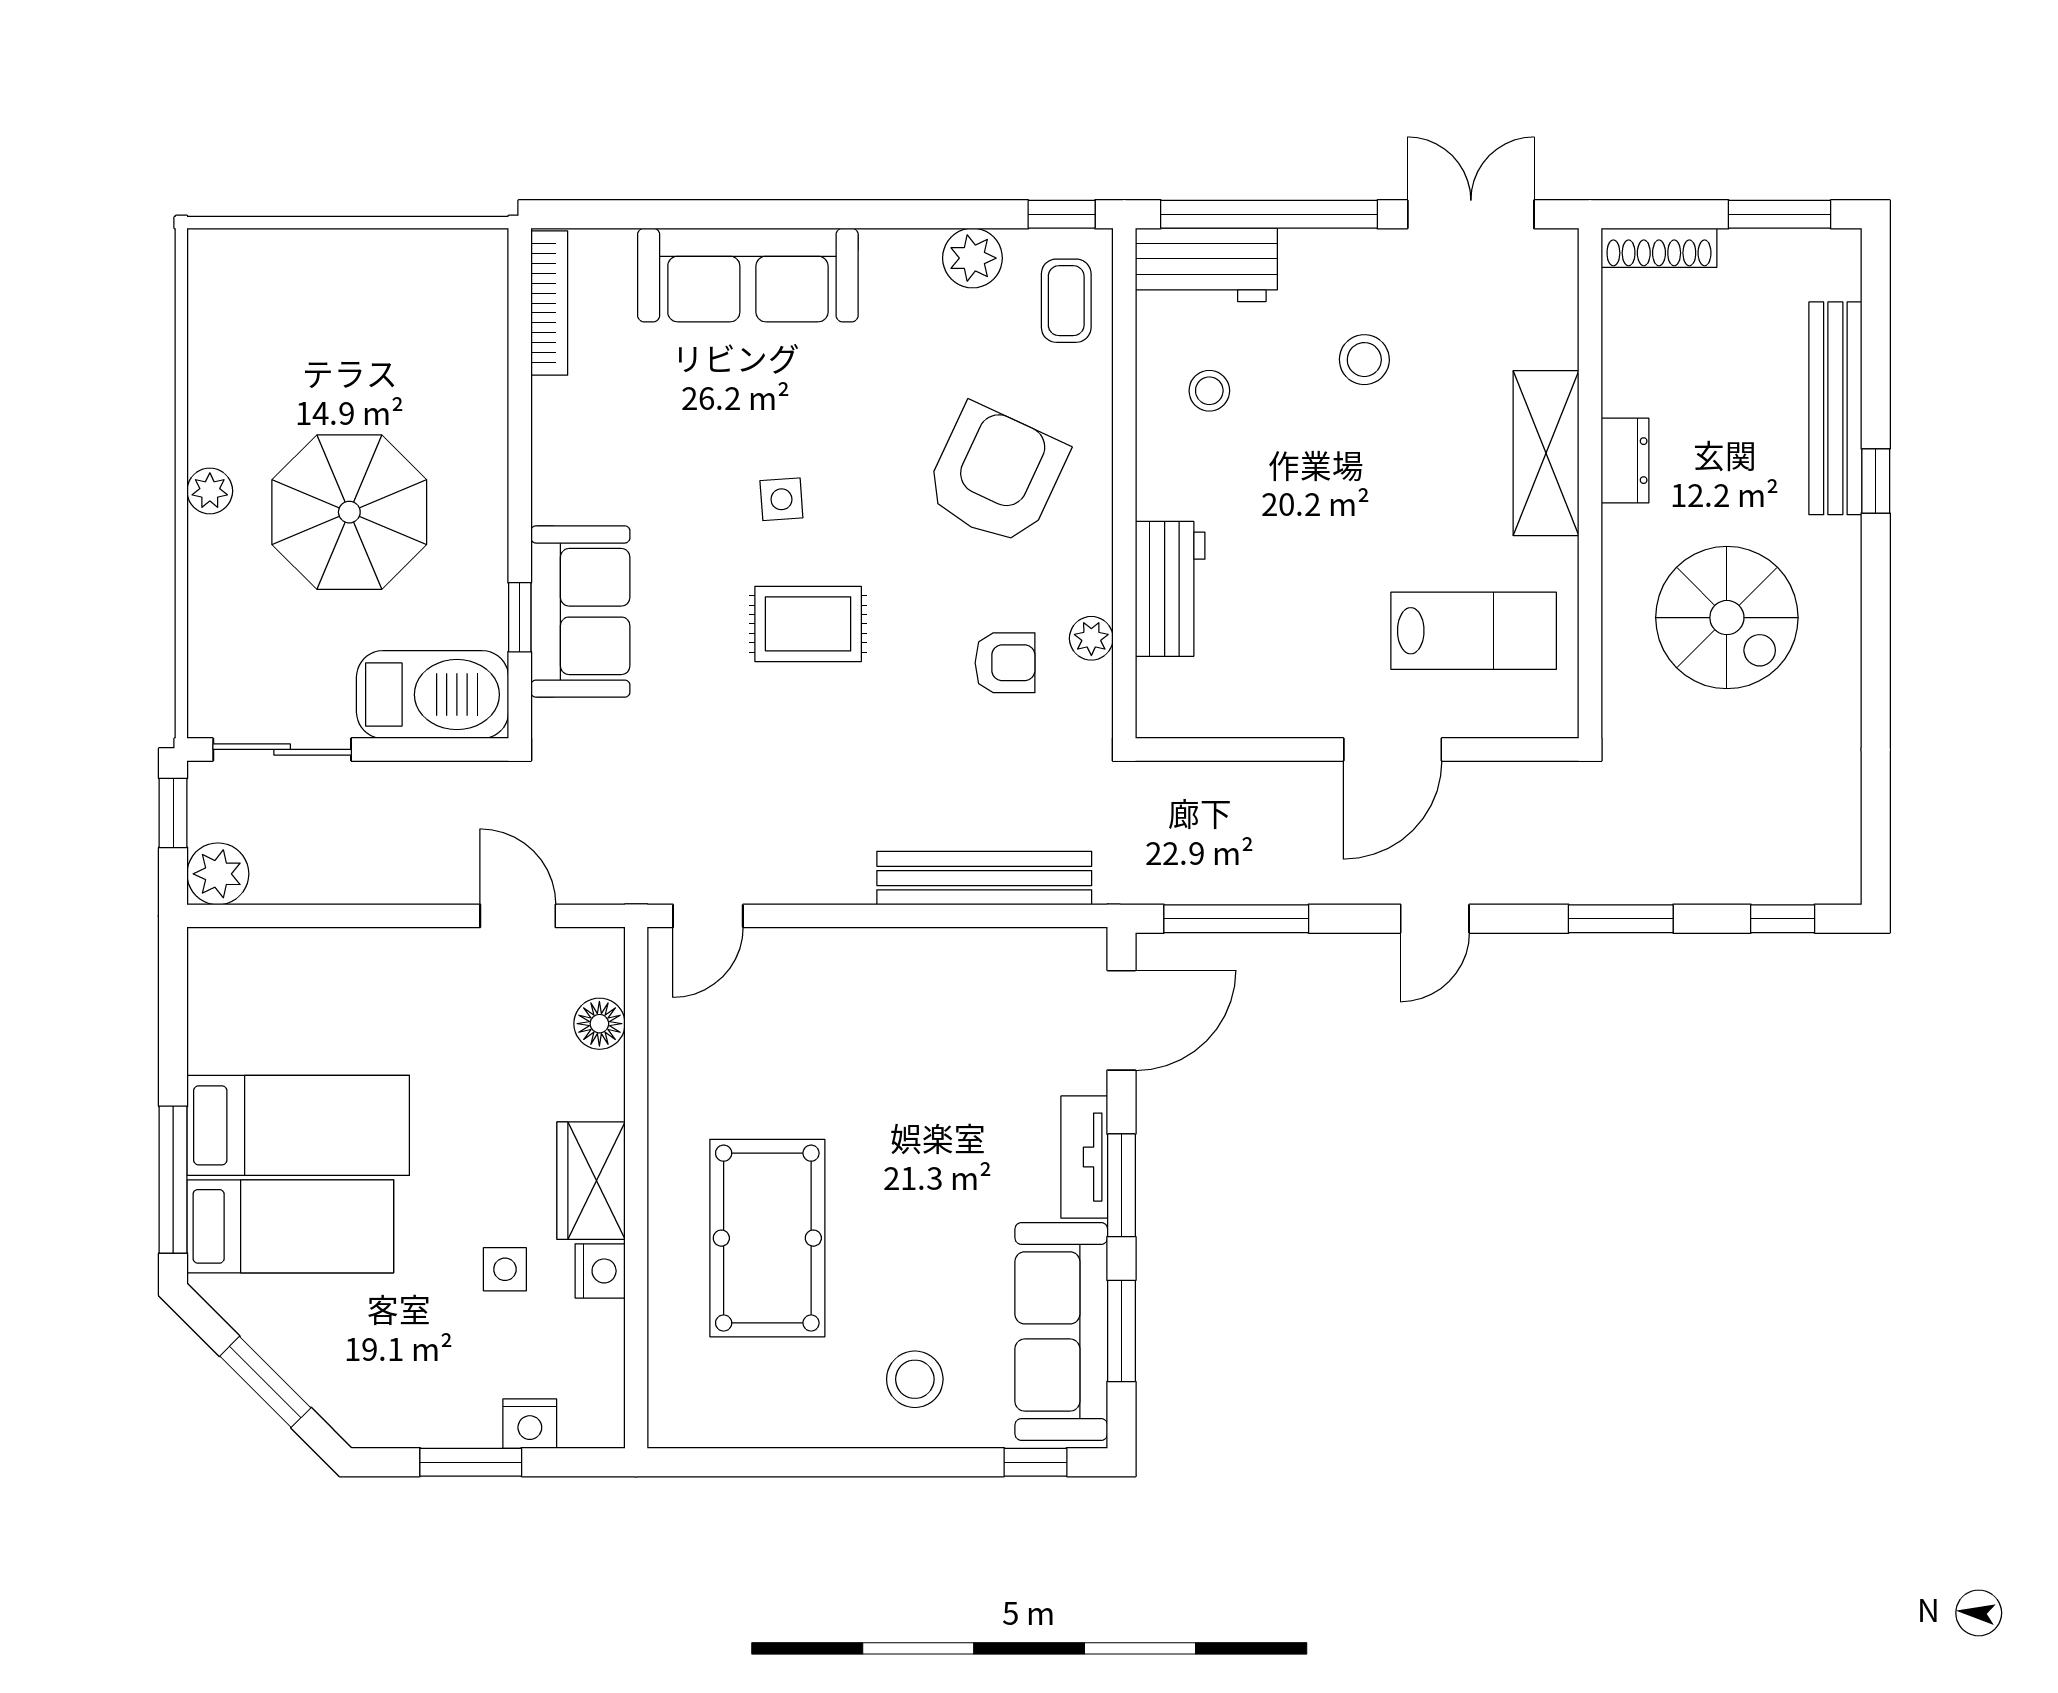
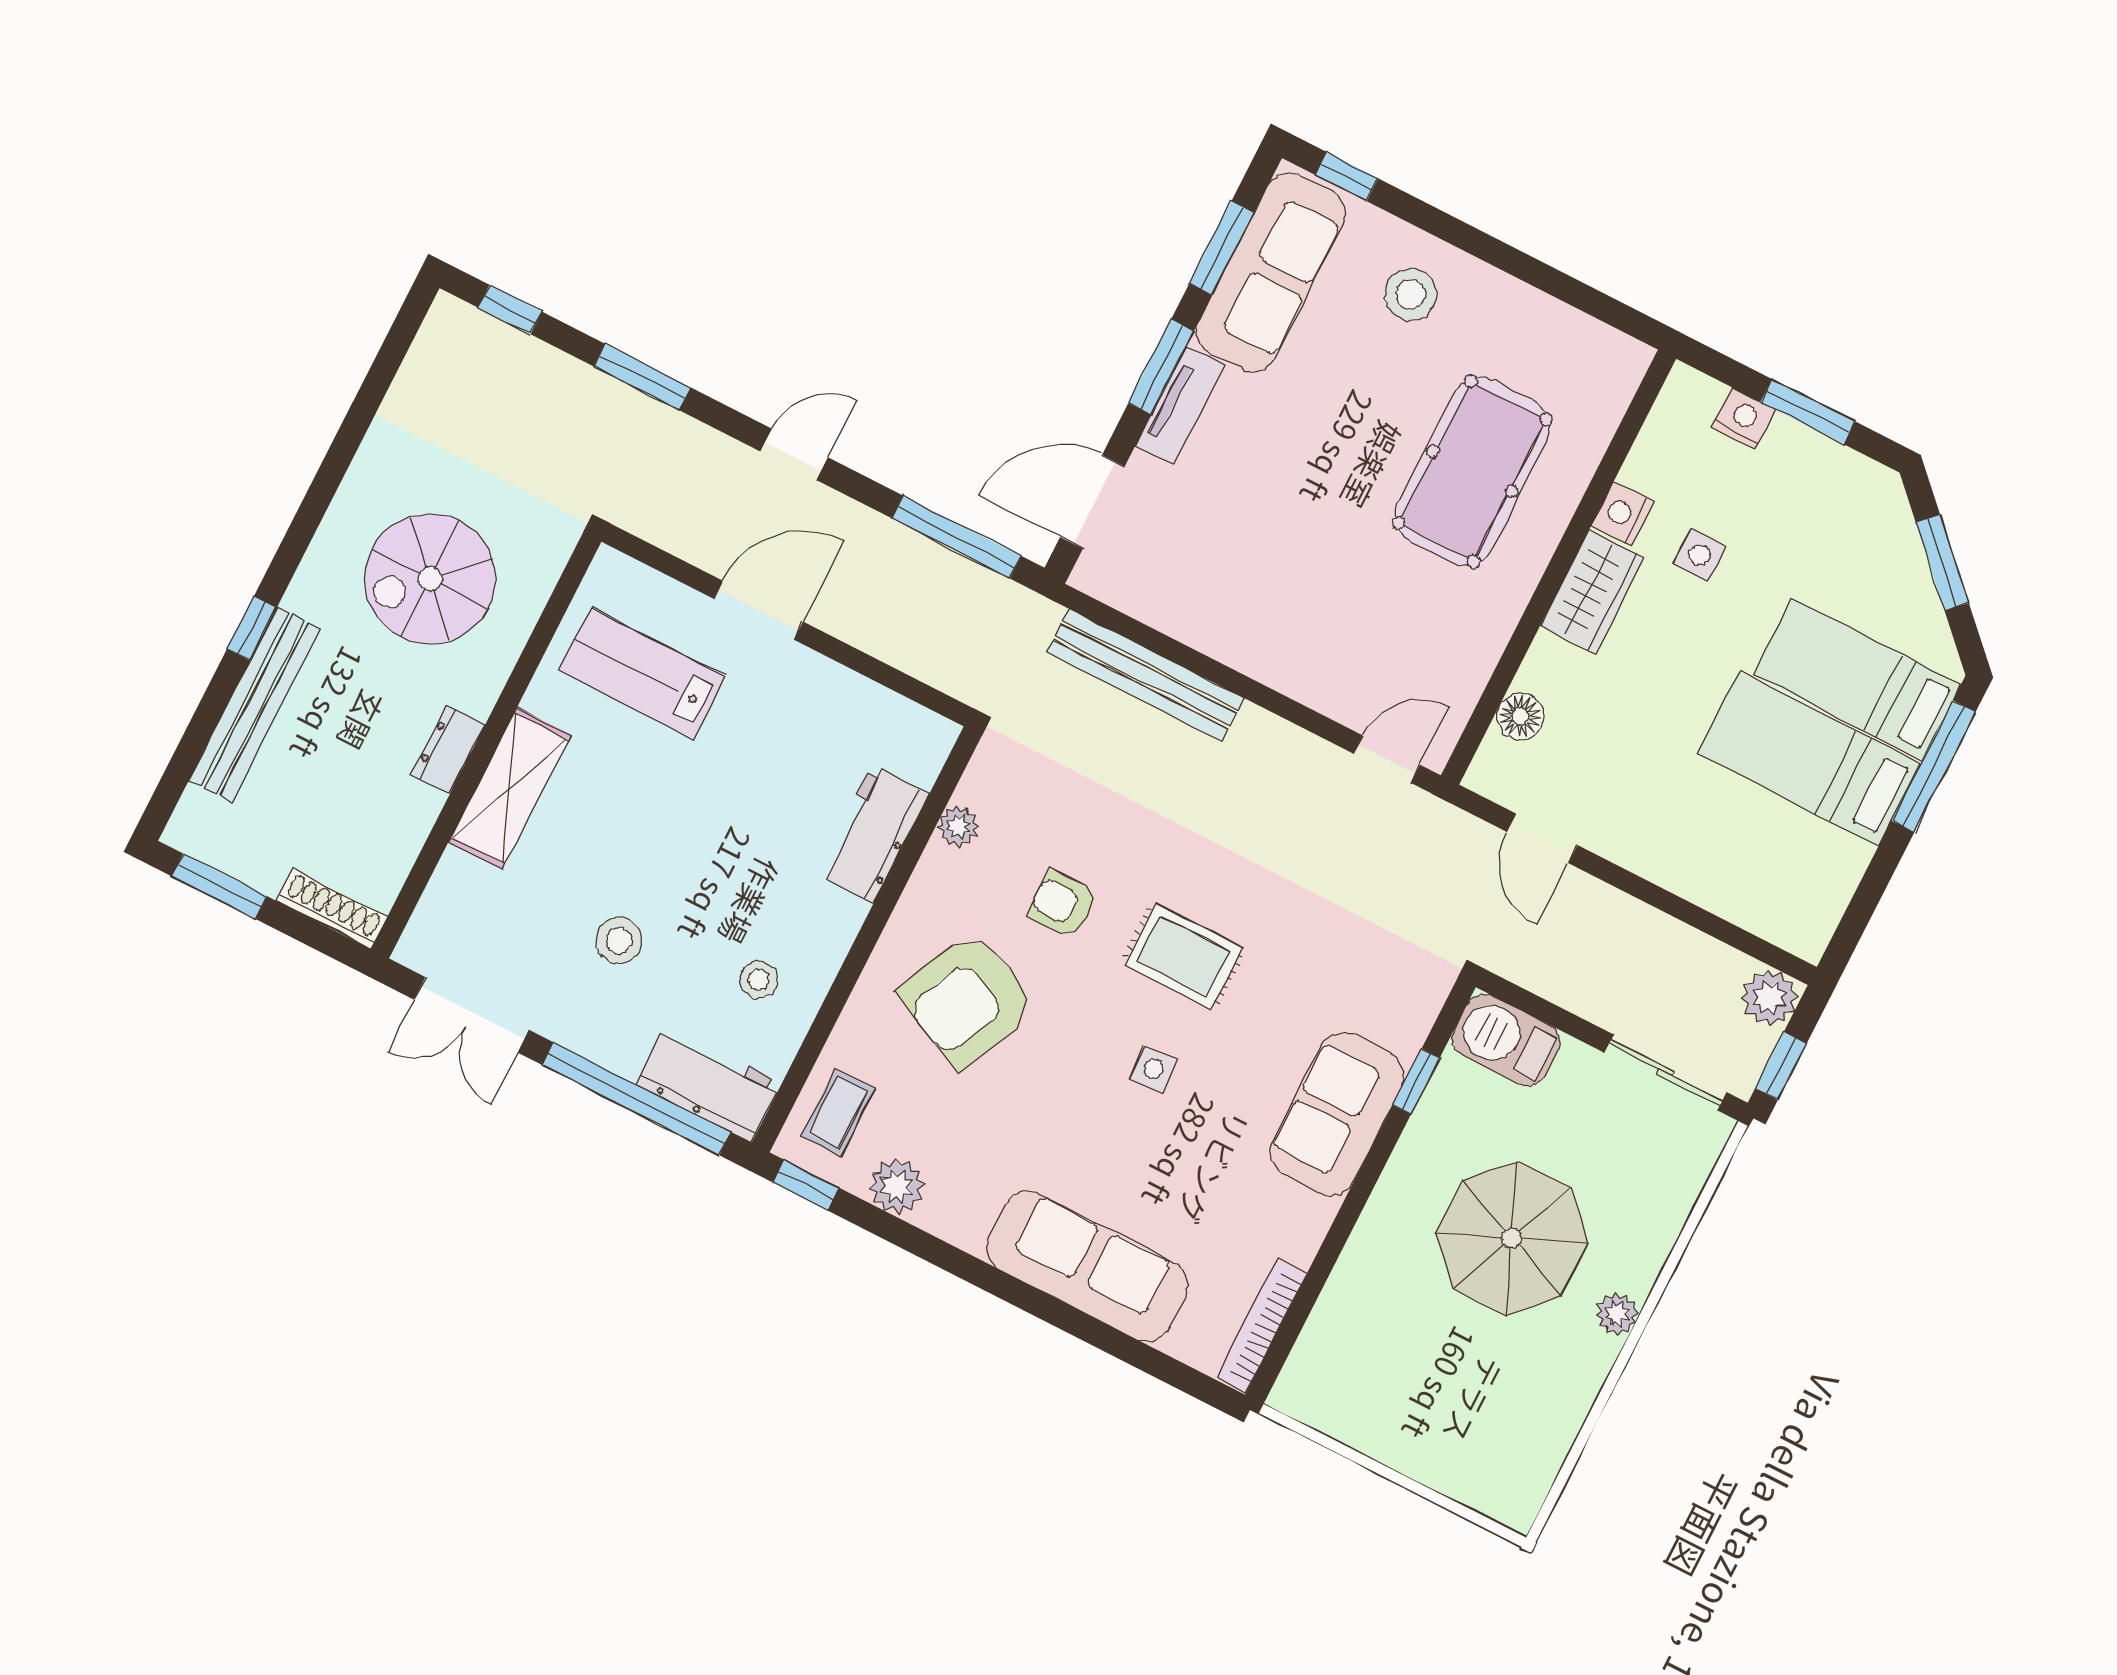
sofa: (580, 612) -> (1337, 1114), moved
spiral stairs: (1727, 618) -> (430, 579), turned -90
armchair: (1005, 663) -> (1062, 904), moved
barbecue: (433, 695) -> (1506, 1040), width x0.73, depth x0.83

